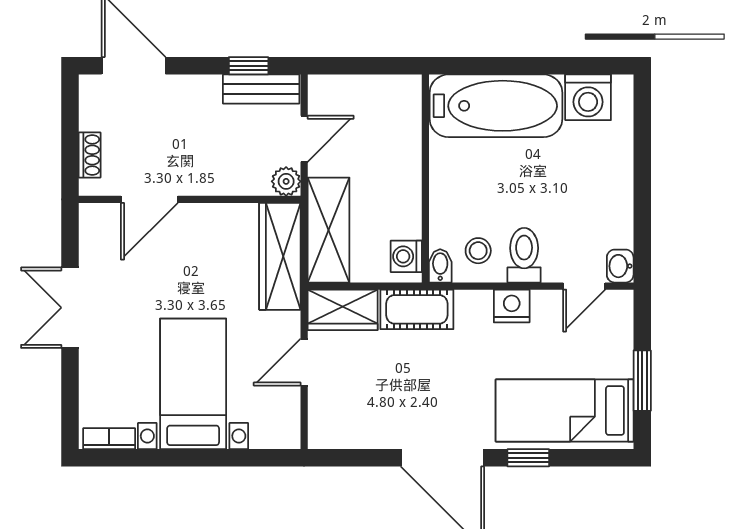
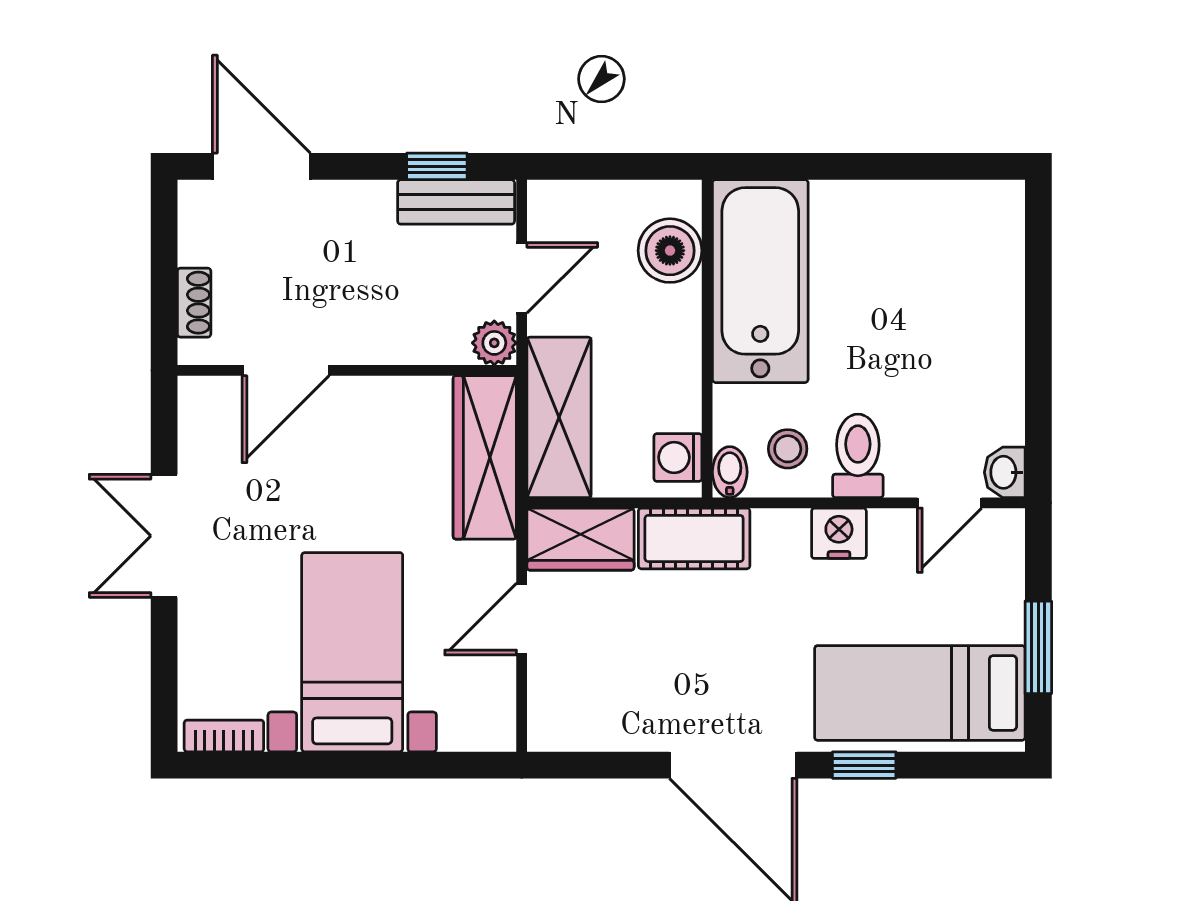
washing machine: (588, 97) -> (956, 214), removed
bathtub: (496, 106) -> (760, 281), moved, turned -90
boiler: (401, 121) -> (670, 251), added

